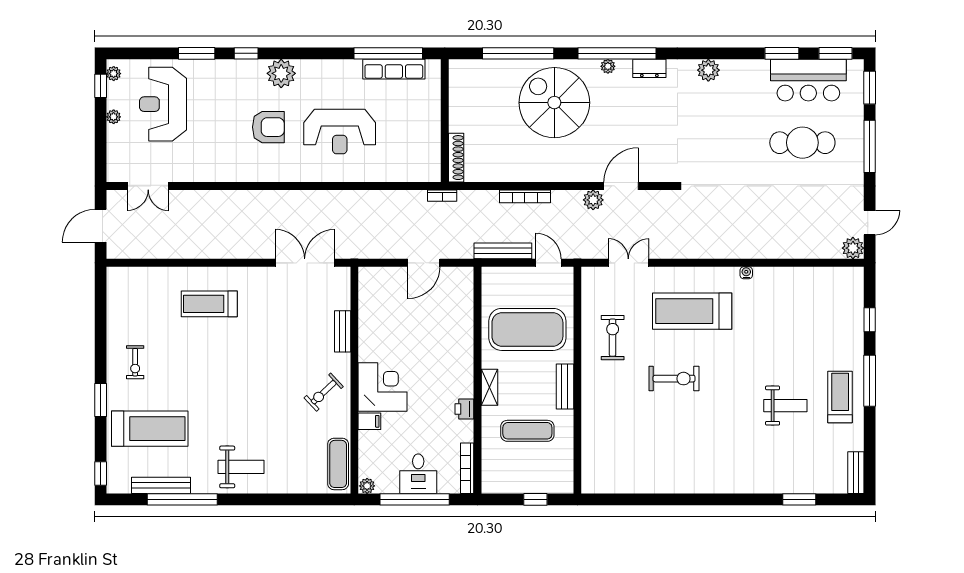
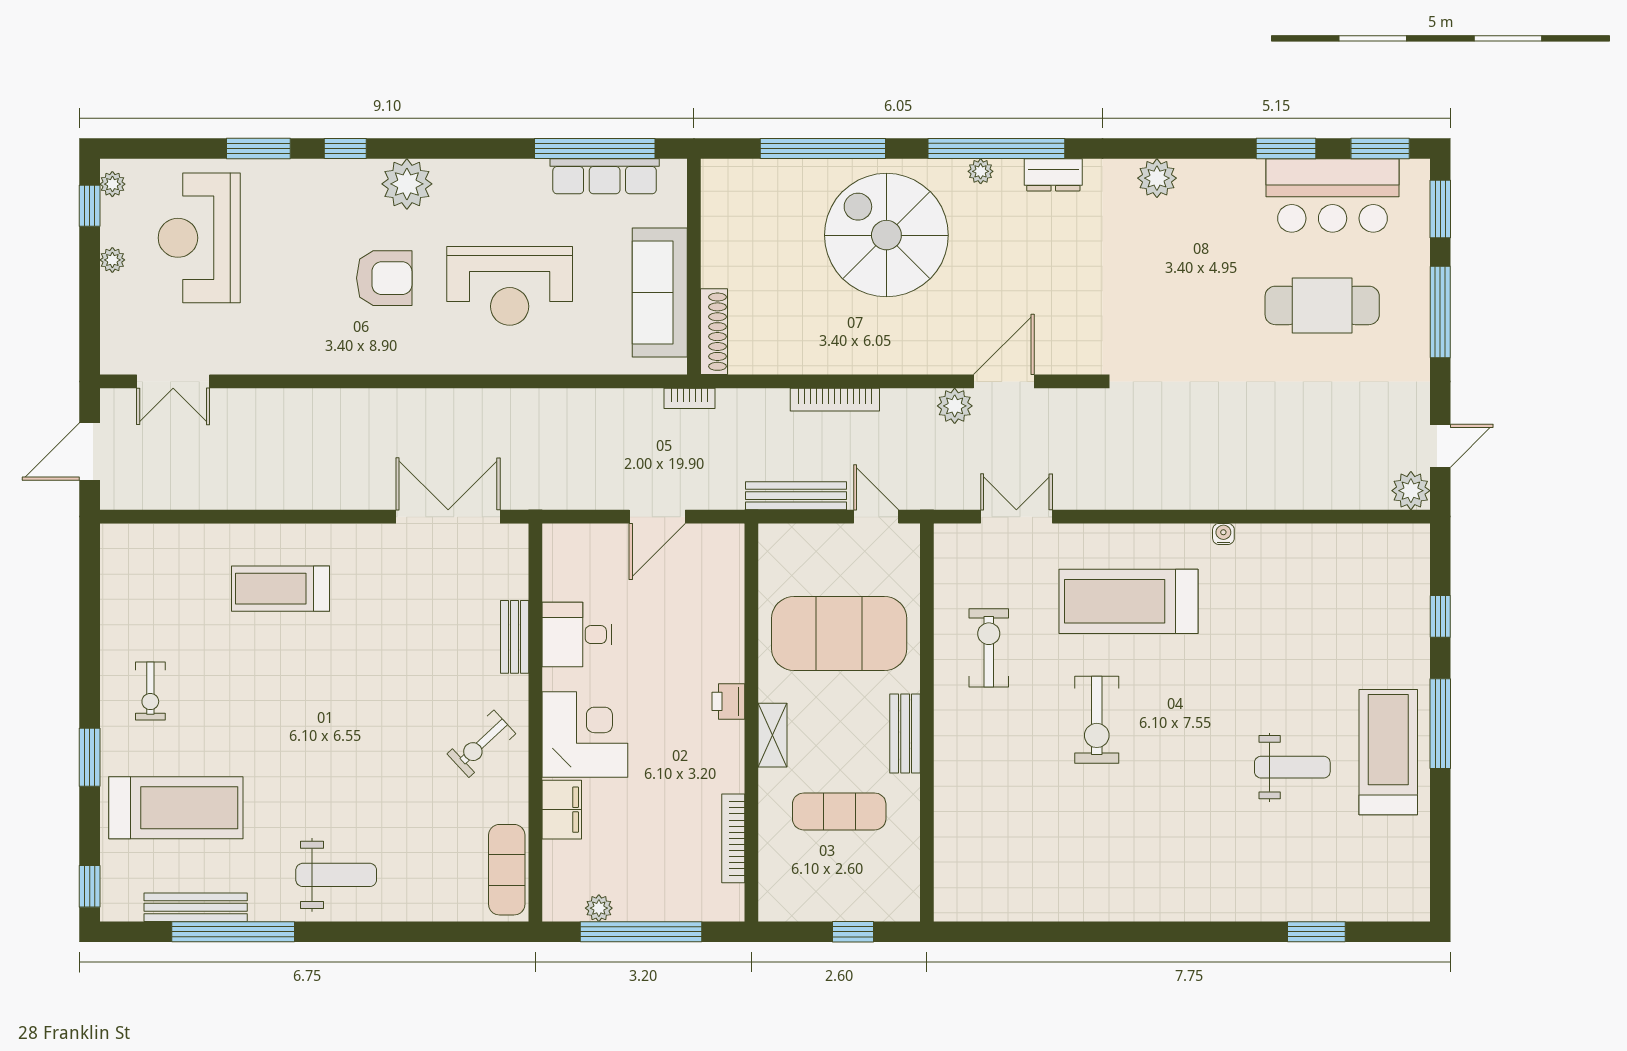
sofa: (425, 135) -> (660, 293), added
exercise bike: (674, 379) -> (1097, 720), turned 90
treadmill: (840, 397) -> (1388, 752), width x1.37, depth x1.38
printer: (464, 409) -> (728, 701), moved
filing cabinet: (369, 421) -> (562, 810), width x2.00
bookcase: (467, 468) -> (733, 838), moved
bench: (856, 473) -> (1416, 885), removed
desk: (418, 474) -> (577, 635), moved, turned 90
plant: (367, 486) -> (599, 908), moved

